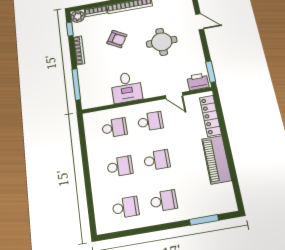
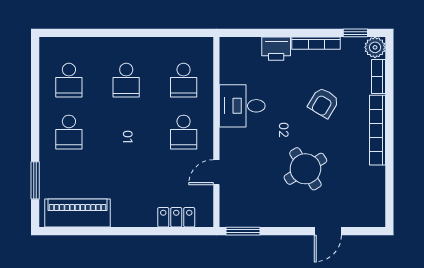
round table: (162, 42) -> (305, 169), turned -32
printer: (198, 82) -> (276, 49), moved, turned 90
window: (76, 84) -> (261, 33), removed
locker: (210, 116) -> (176, 217), width x0.66
school desk: (157, 160) -> (126, 132), removed
piano: (217, 160) -> (77, 213), moved

